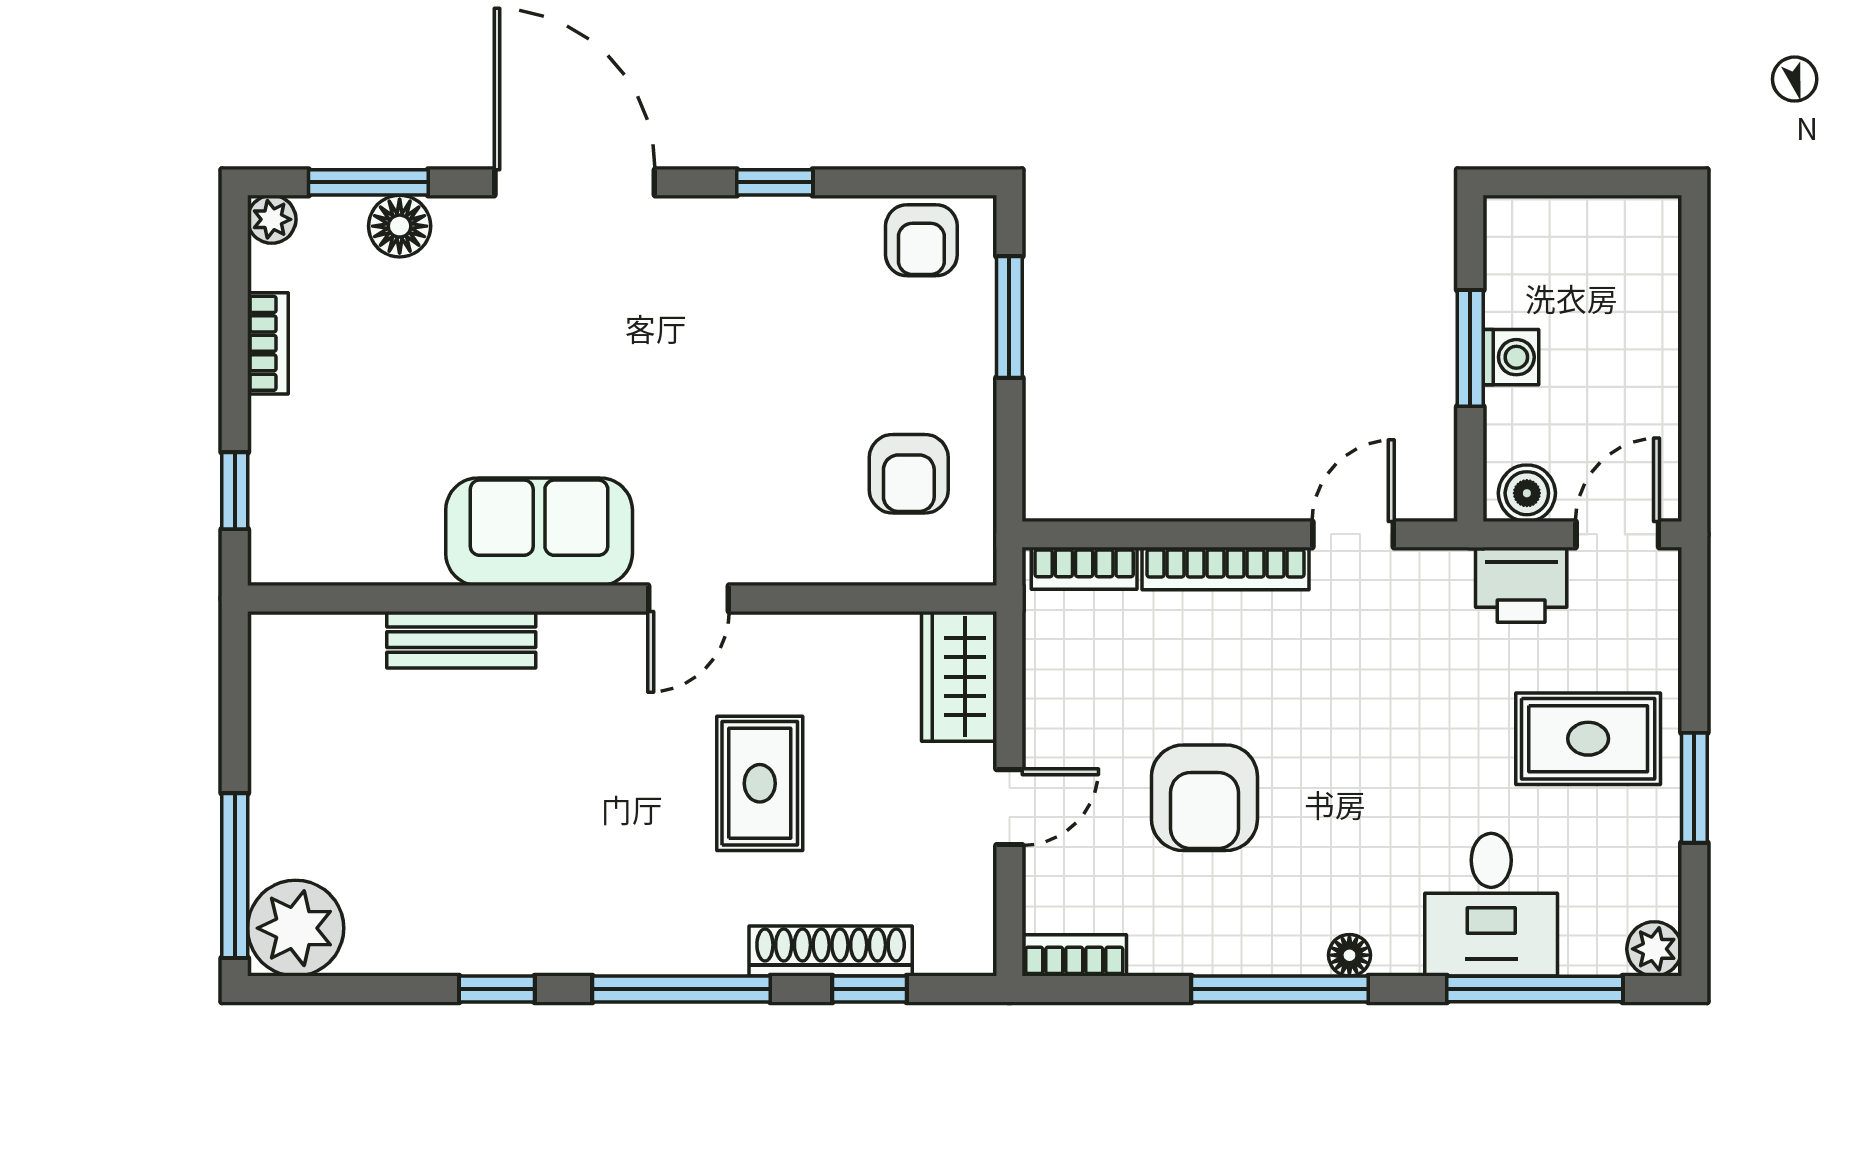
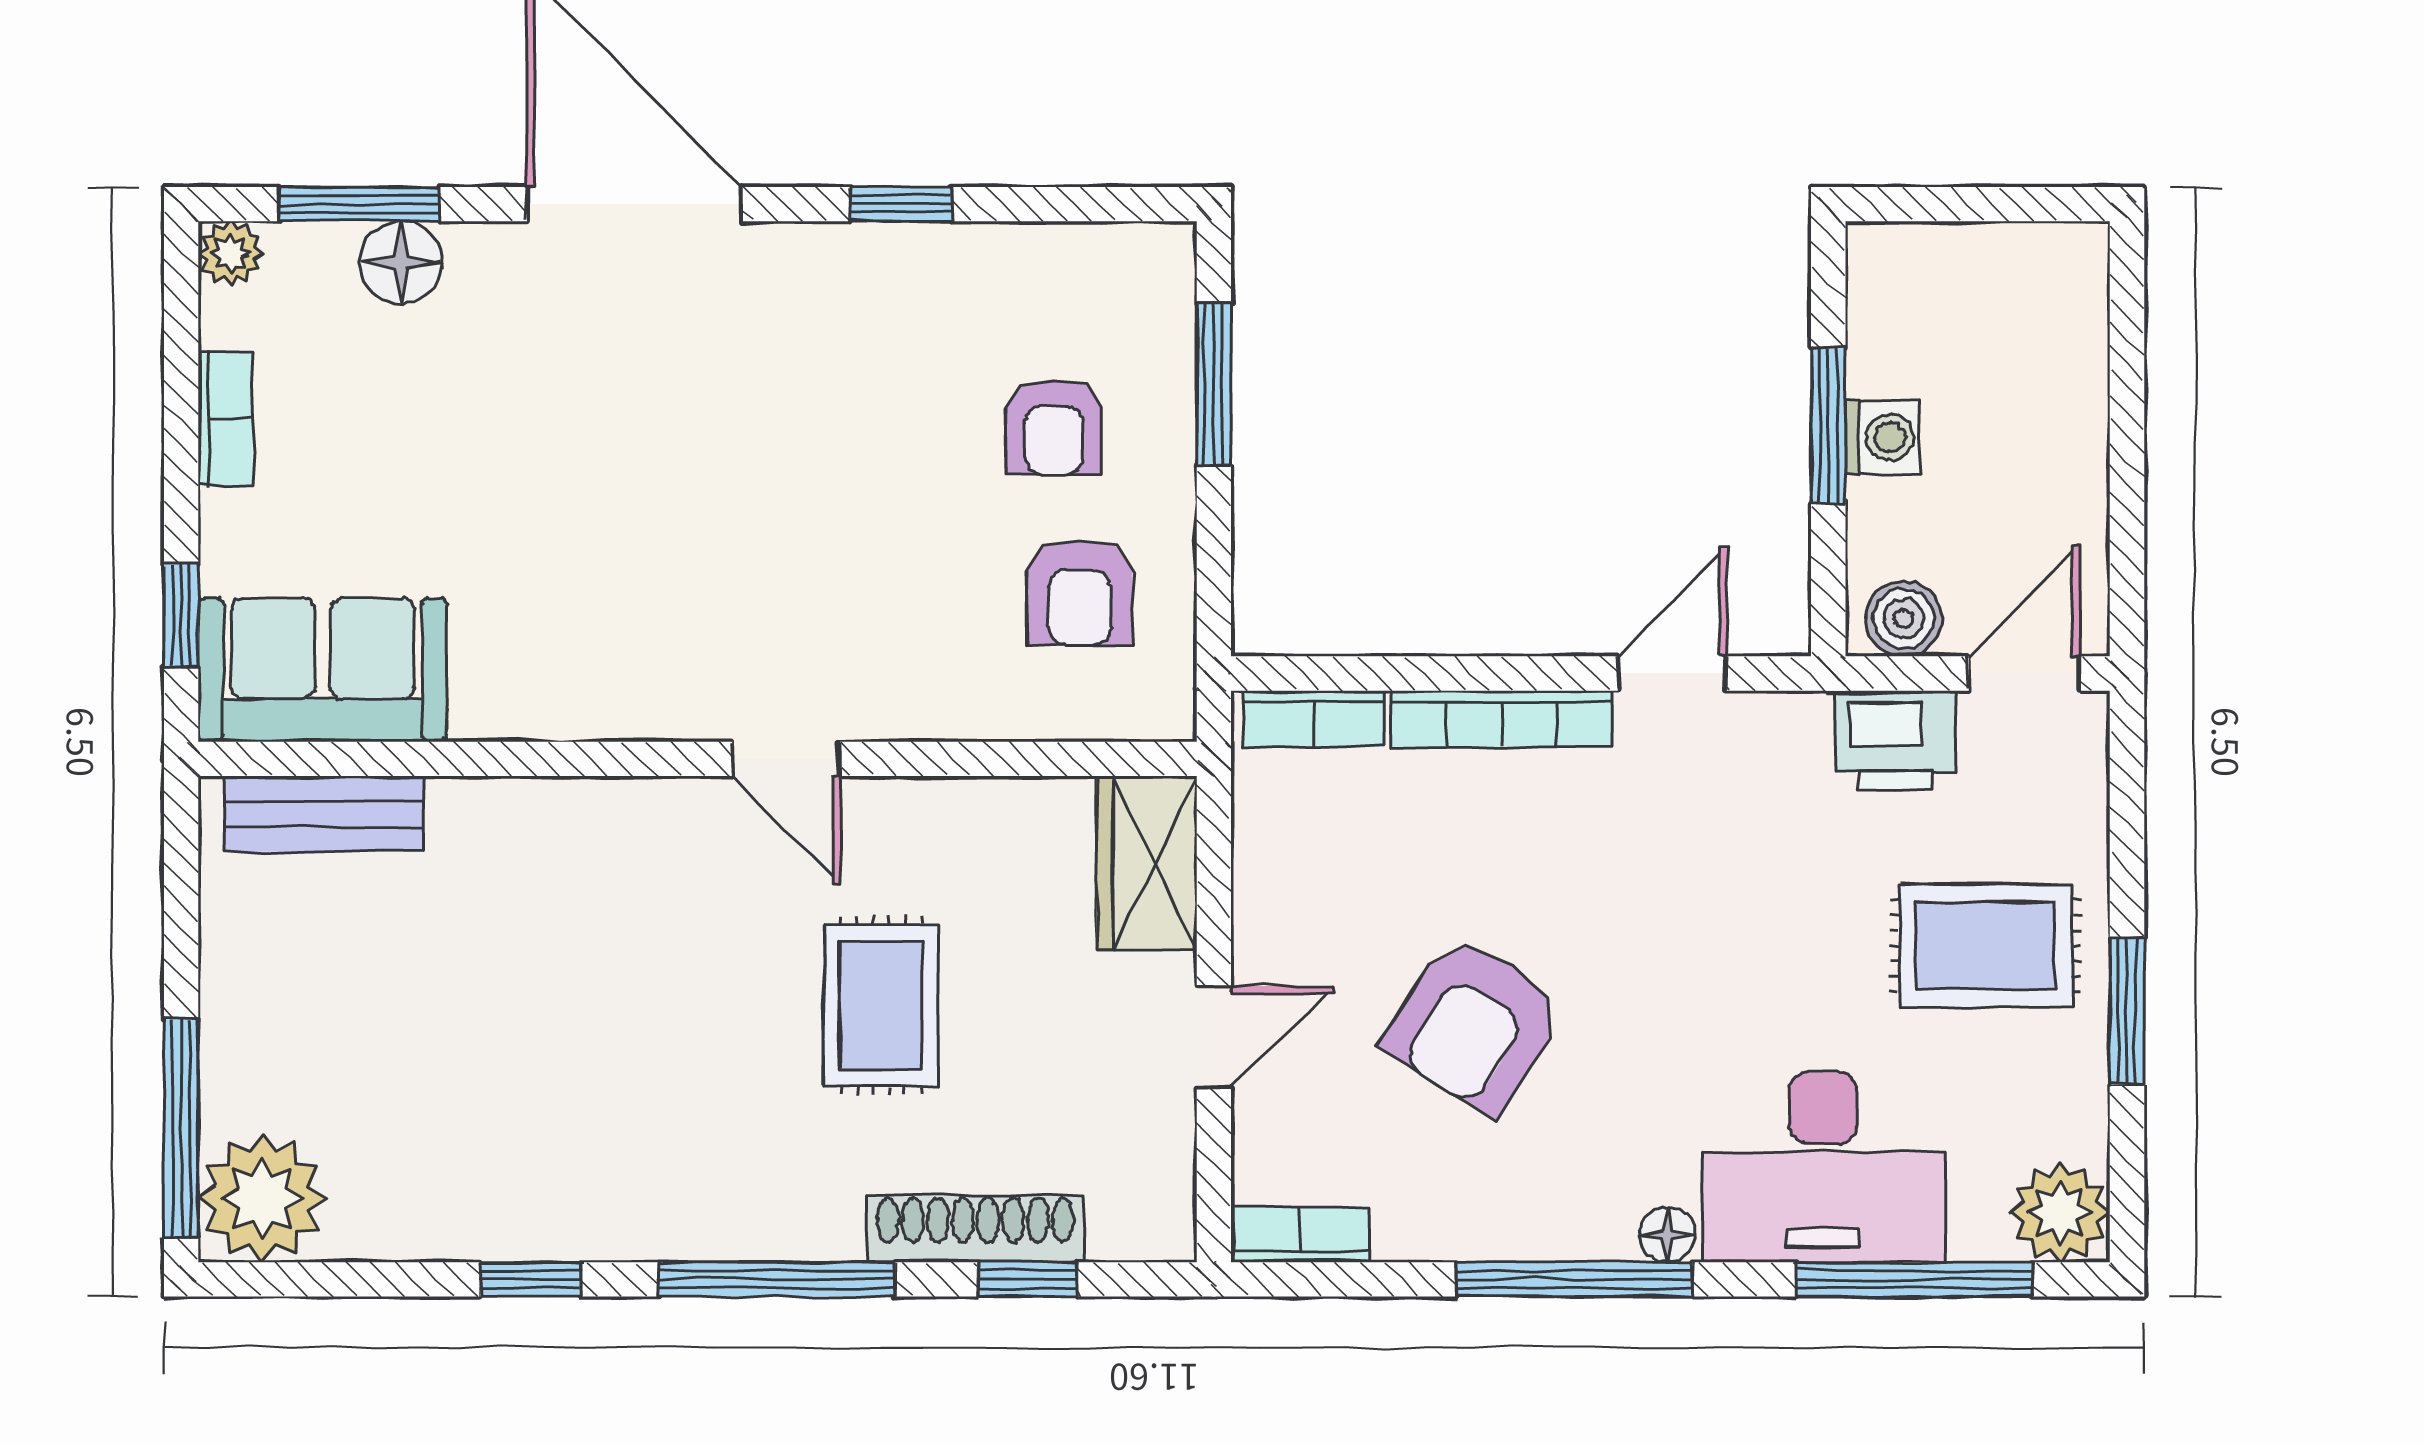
armchair: (921, 240) -> (1054, 427), moved
sofa: (539, 532) -> (323, 670), moved
door: (689, 598) -> (786, 759), hinge flipped
bench: (461, 640) -> (324, 814), moved
armchair: (1204, 798) -> (1474, 1025), turned 32
desk: (1491, 905) -> (1823, 1167), width x1.37
plant: (1654, 949) -> (2060, 1212), width x1.38, depth x1.38

